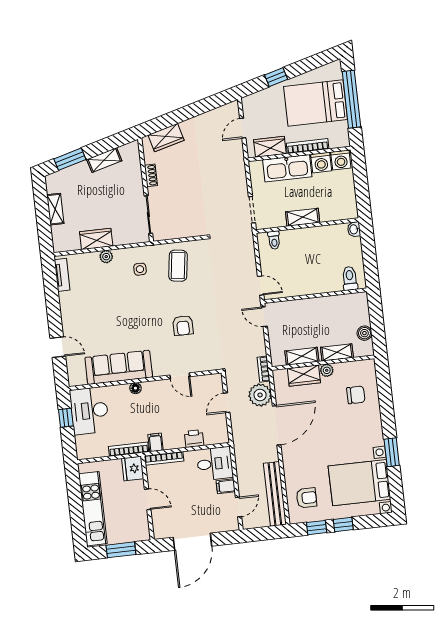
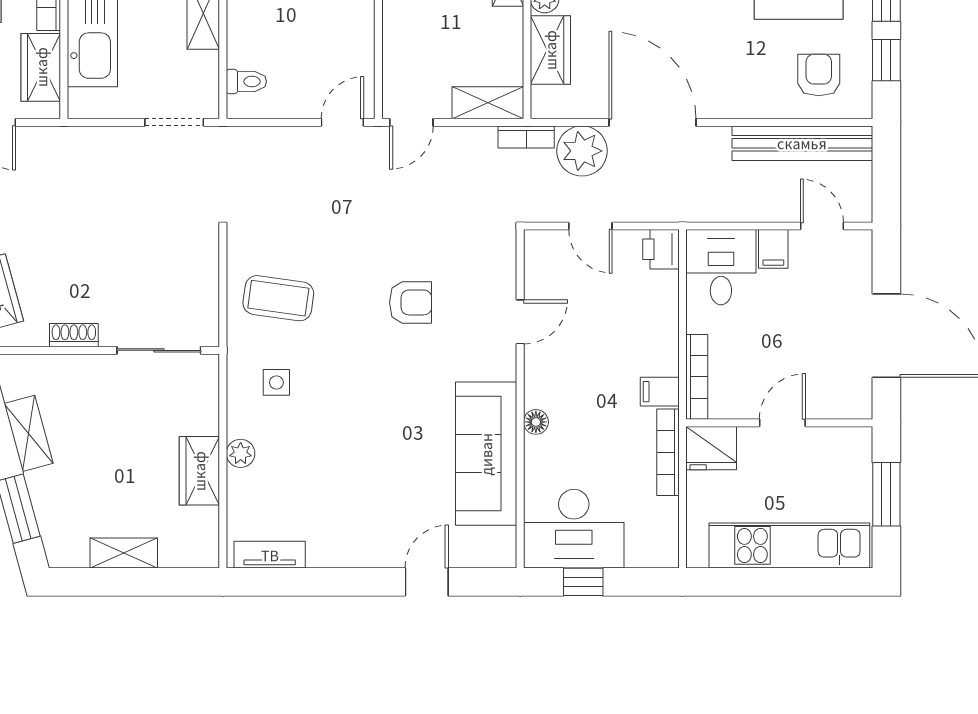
shelving: (302, 356) -> (488, 103), moved, turned 90
printer: (194, 439) -> (661, 249), moved

